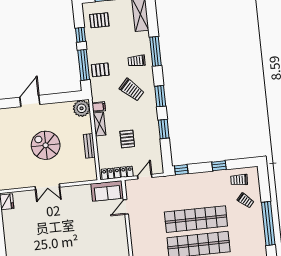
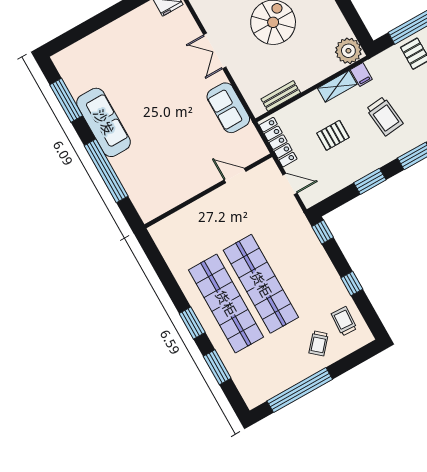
trolley: (132, 90) -> (385, 116), moved, turned -49
bench: (89, 146) -> (281, 96), moved
sofa: (107, 191) -> (228, 108), moved

